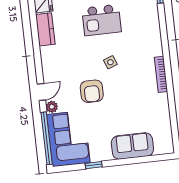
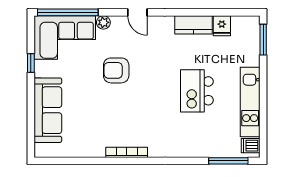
side table: (110, 62) -> (147, 96), removed
door: (41, 92) -> (137, 12), moved
sofa: (132, 146) -> (48, 110), width x1.36

